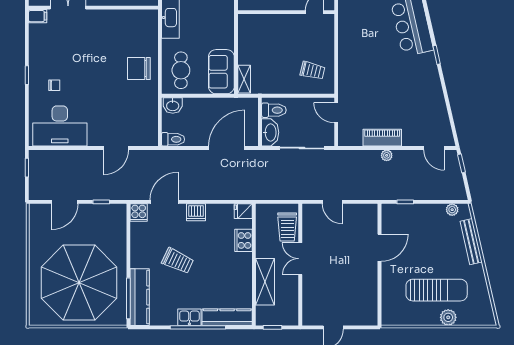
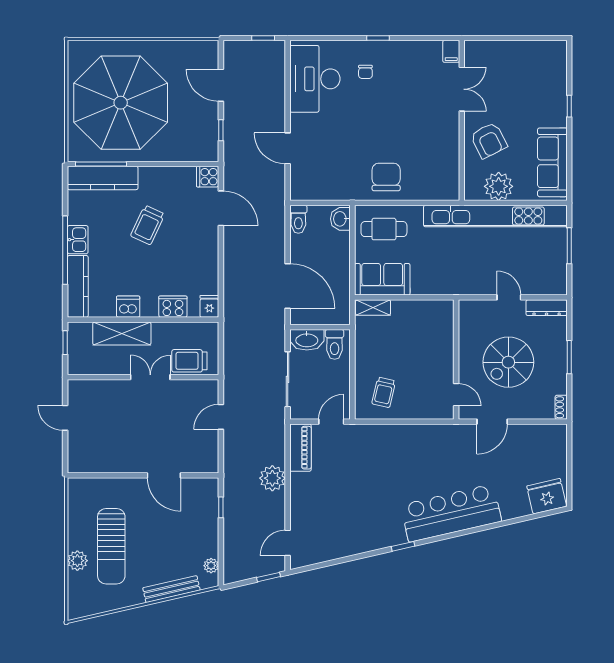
piano: (382, 138) -> (300, 448), moved
plant: (387, 155) -> (272, 478), width x1.88, depth x1.88
dishwasher: (196, 212) -> (128, 307), moved, turned 90

